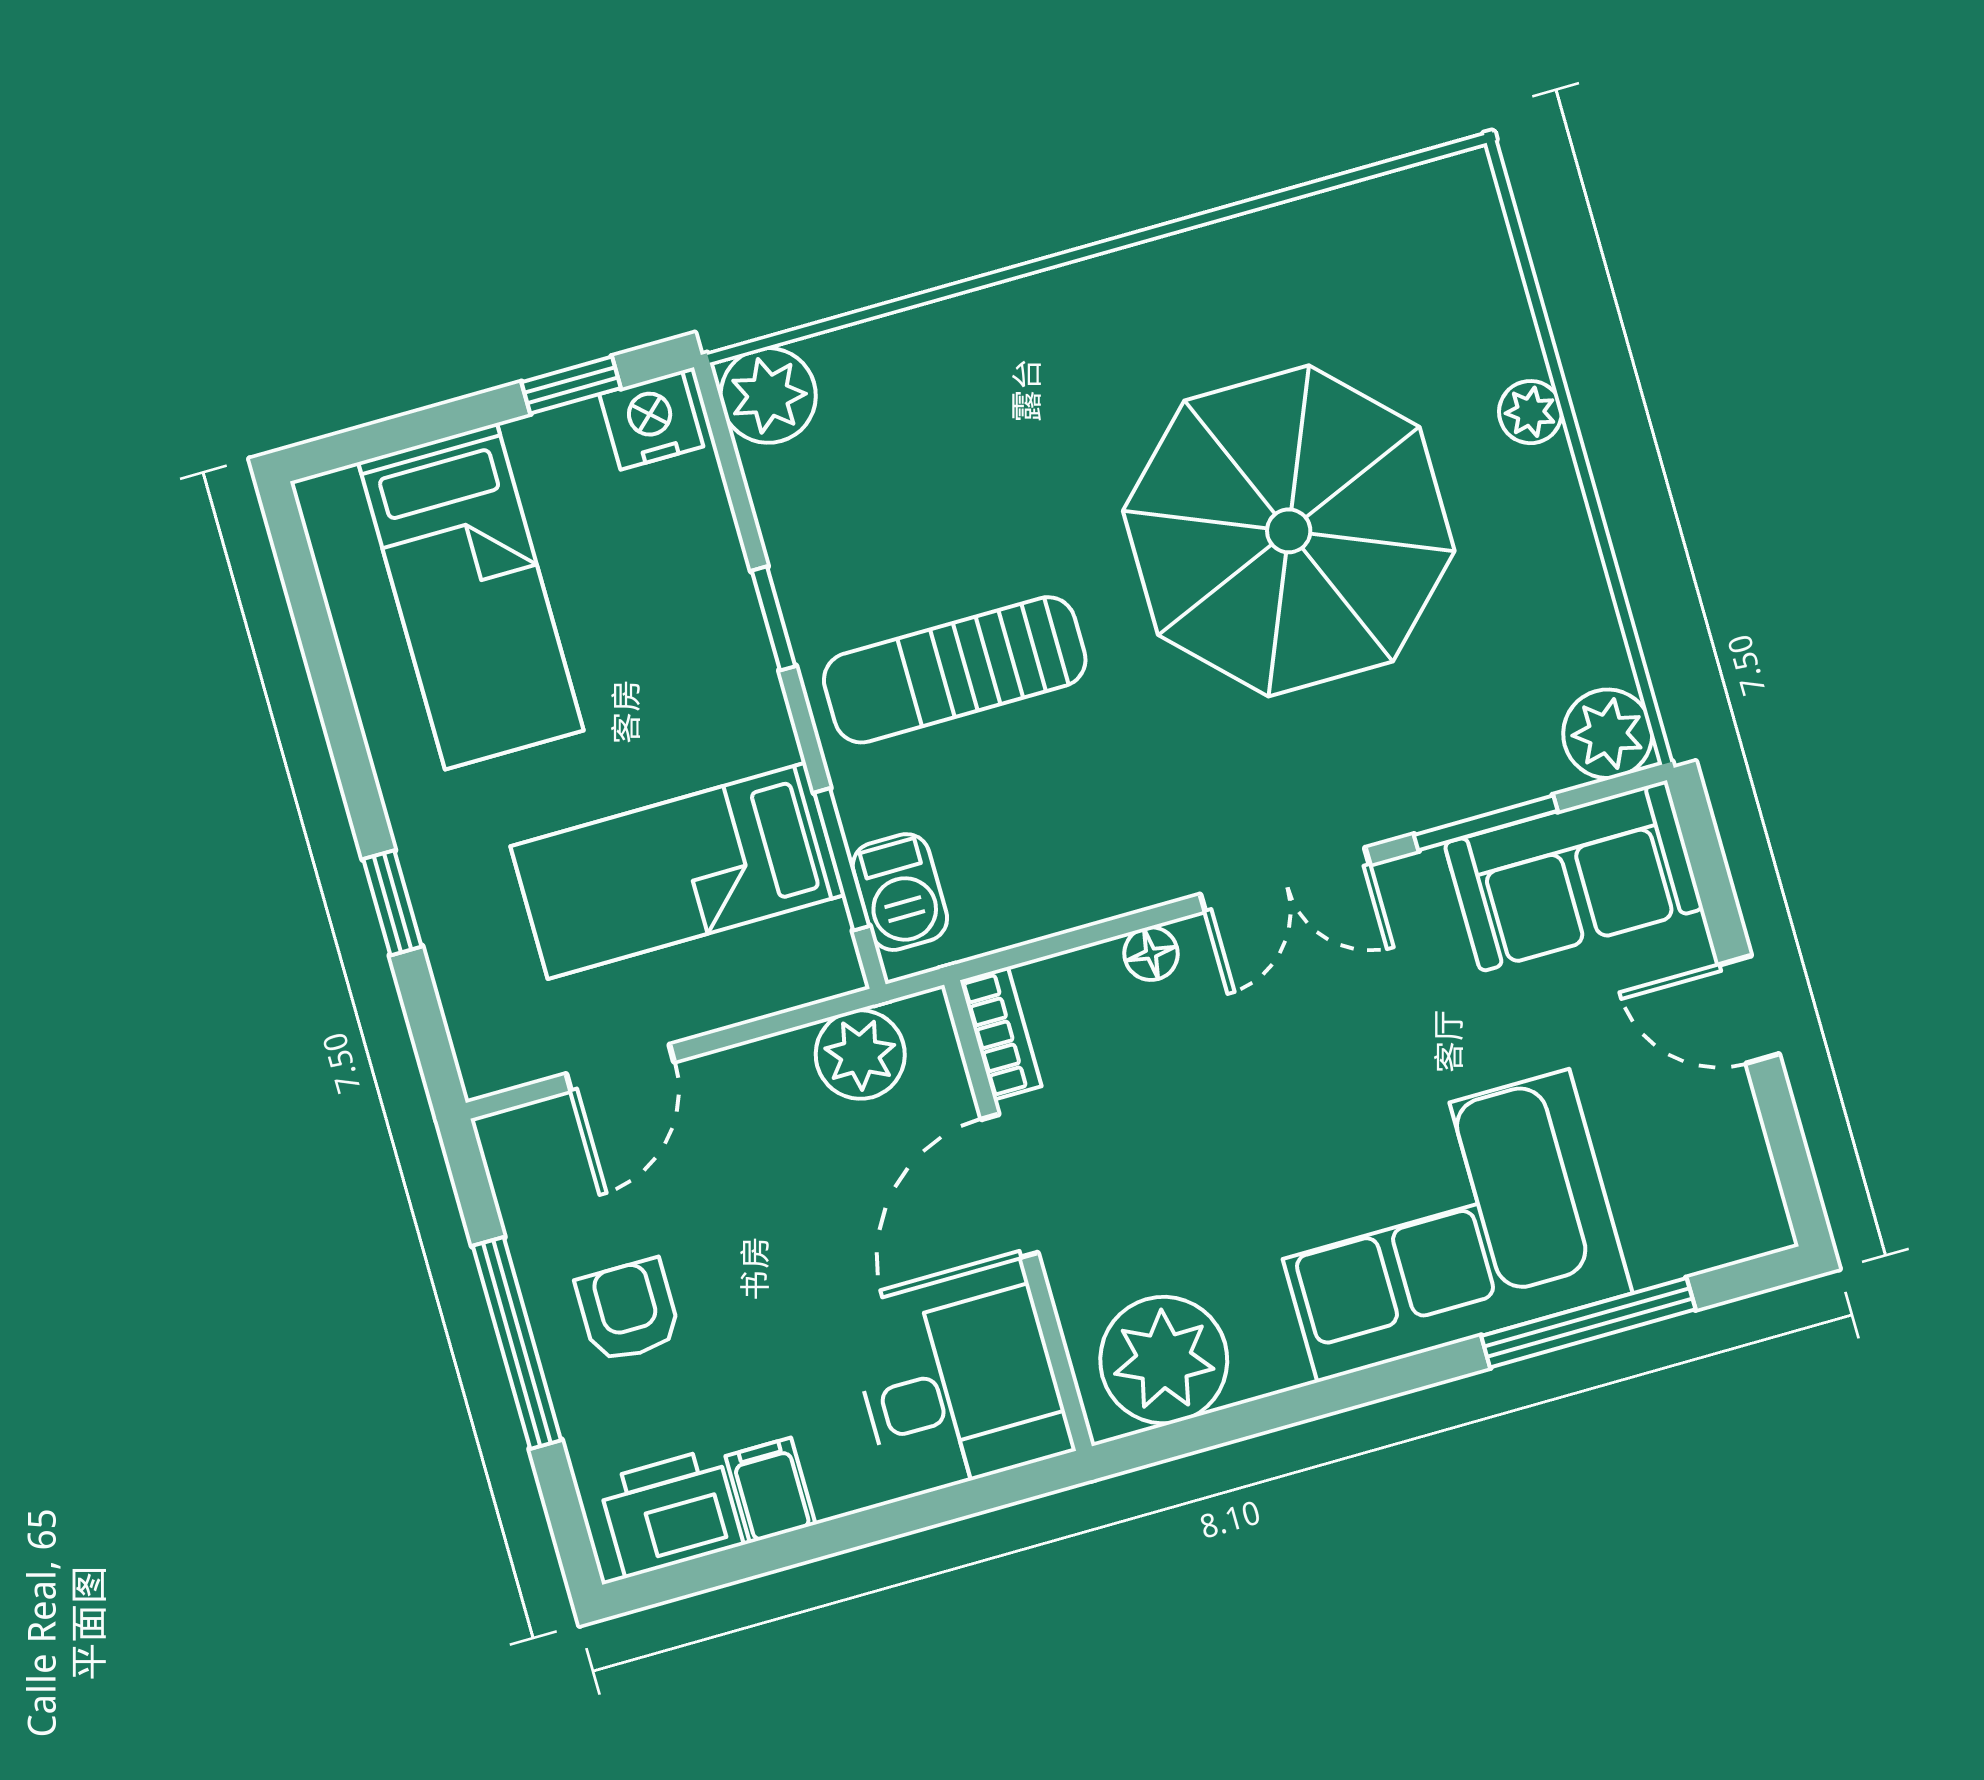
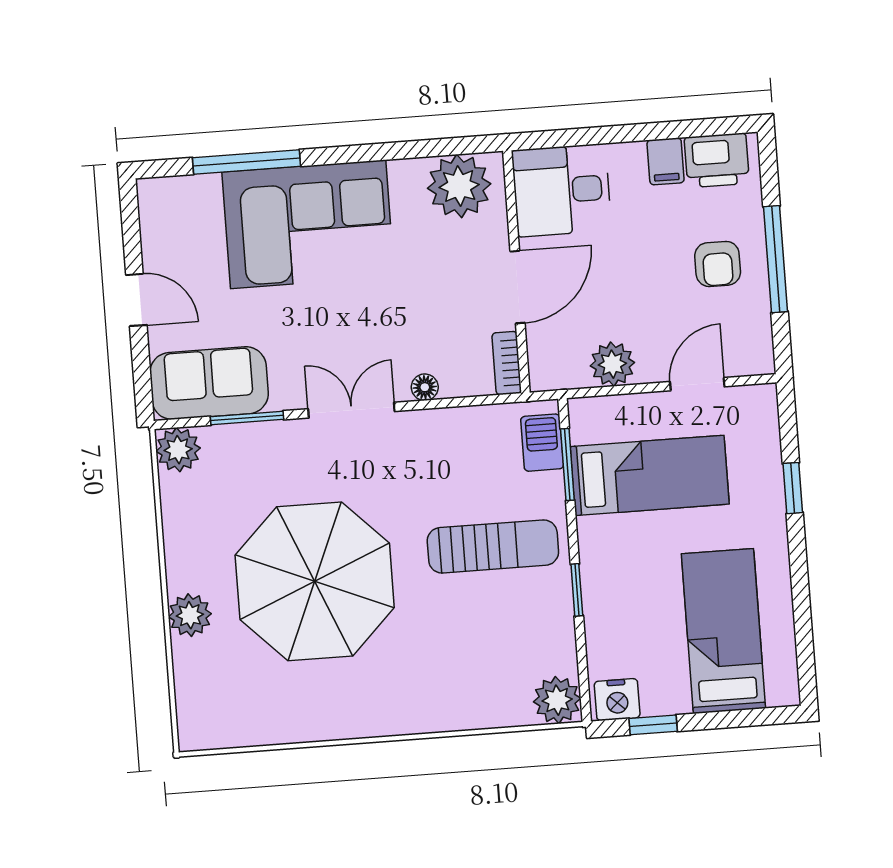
plant: (1530, 412) -> (190, 615), width x1.38, depth x1.38
plant: (860, 1054) -> (612, 364), moved

